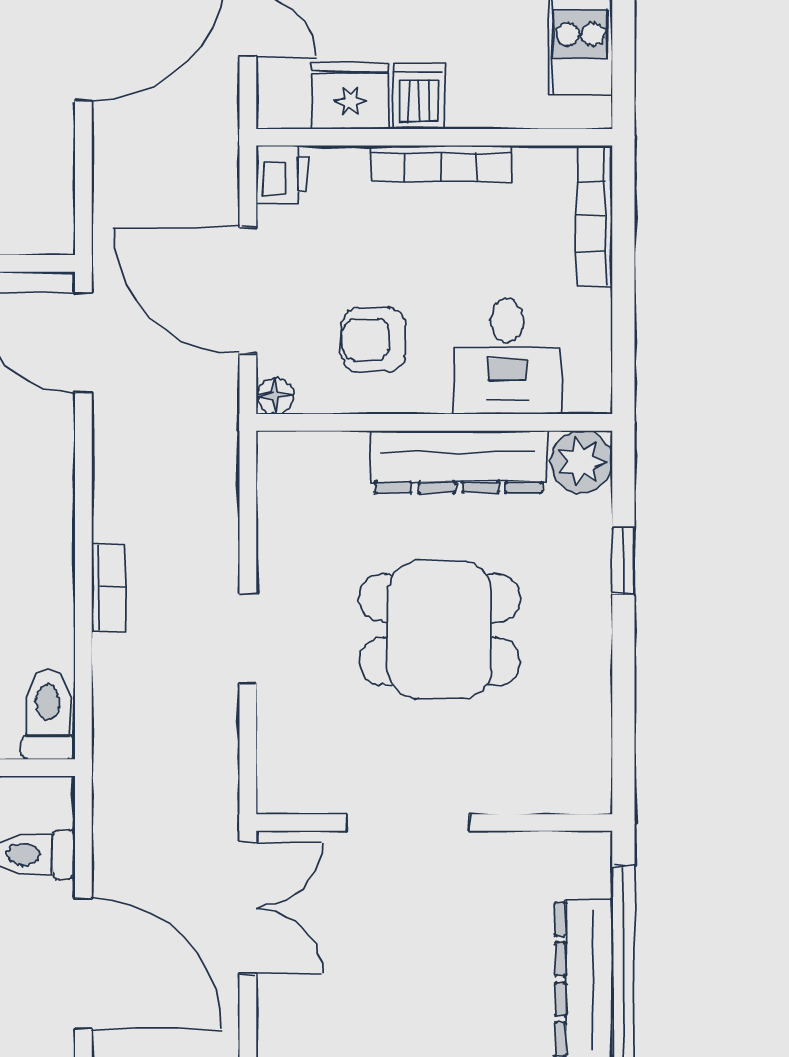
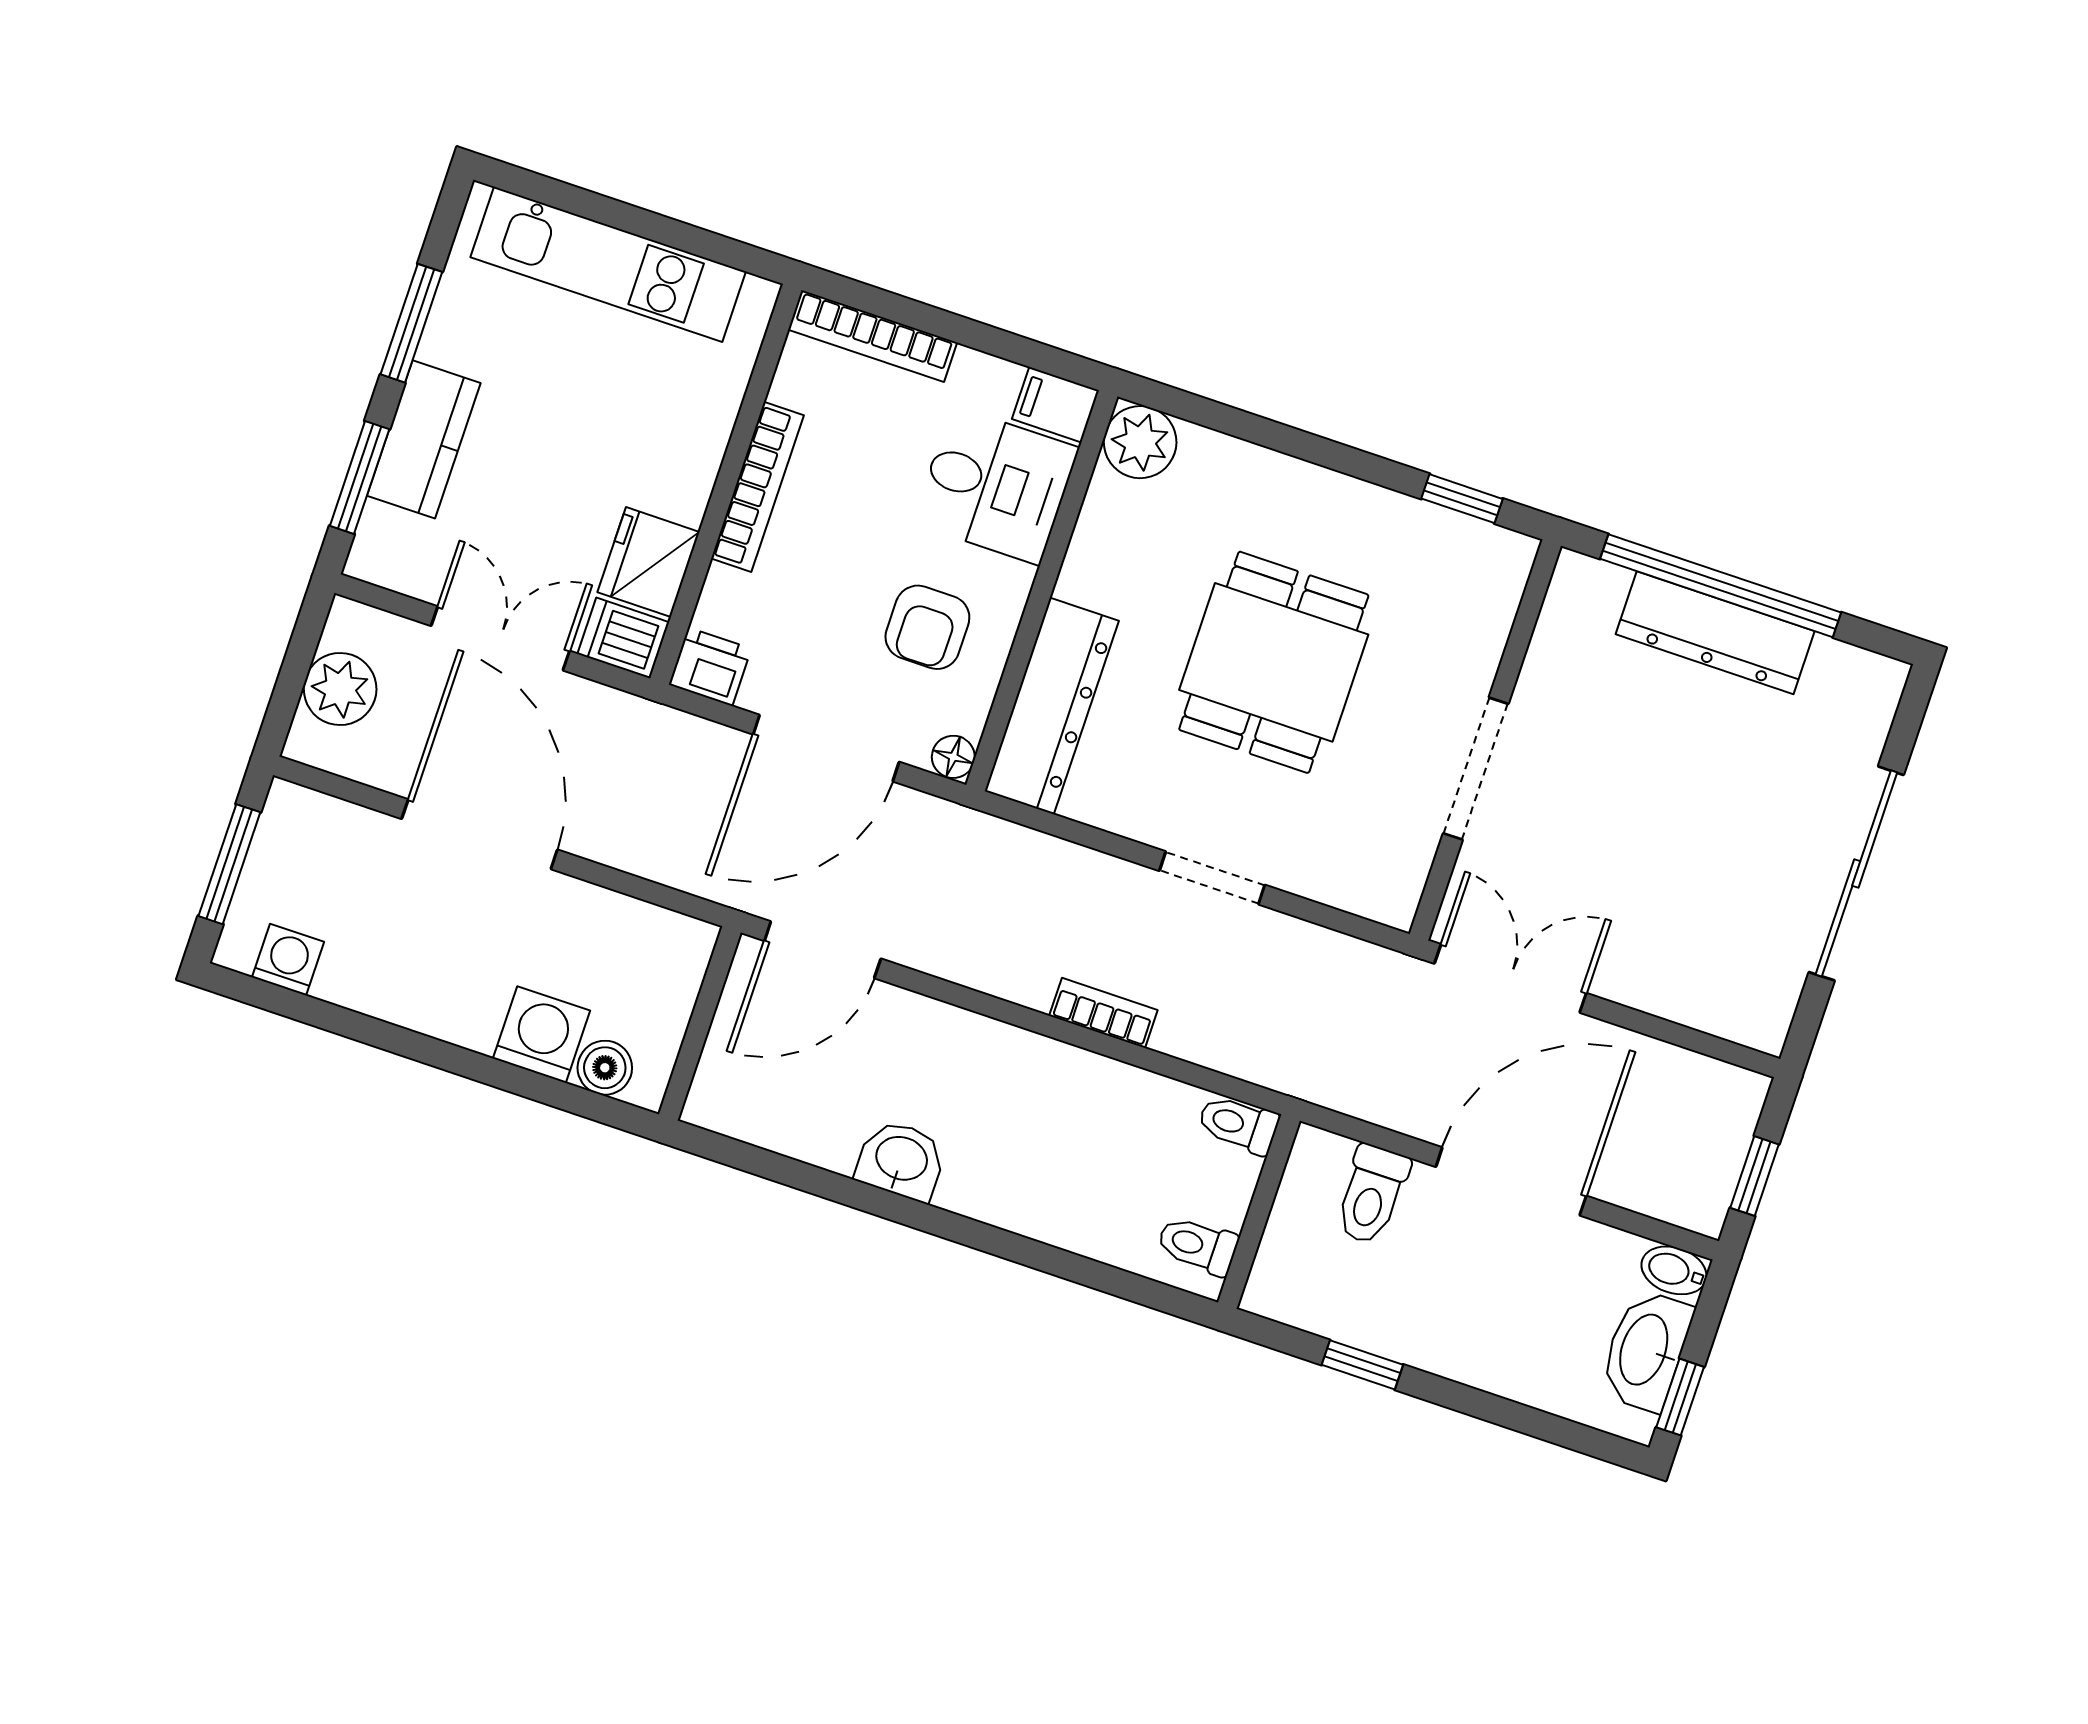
dishwasher: (419, 96) -> (623, 638), moved
filing cabinet: (589, 383) -> (1055, 405), added
dresser: (459, 462) -> (1052, 706), moved
window: (623, 561) -> (1462, 499), moved
toilet: (48, 715) -> (1238, 1124), width x0.73, depth x0.72

